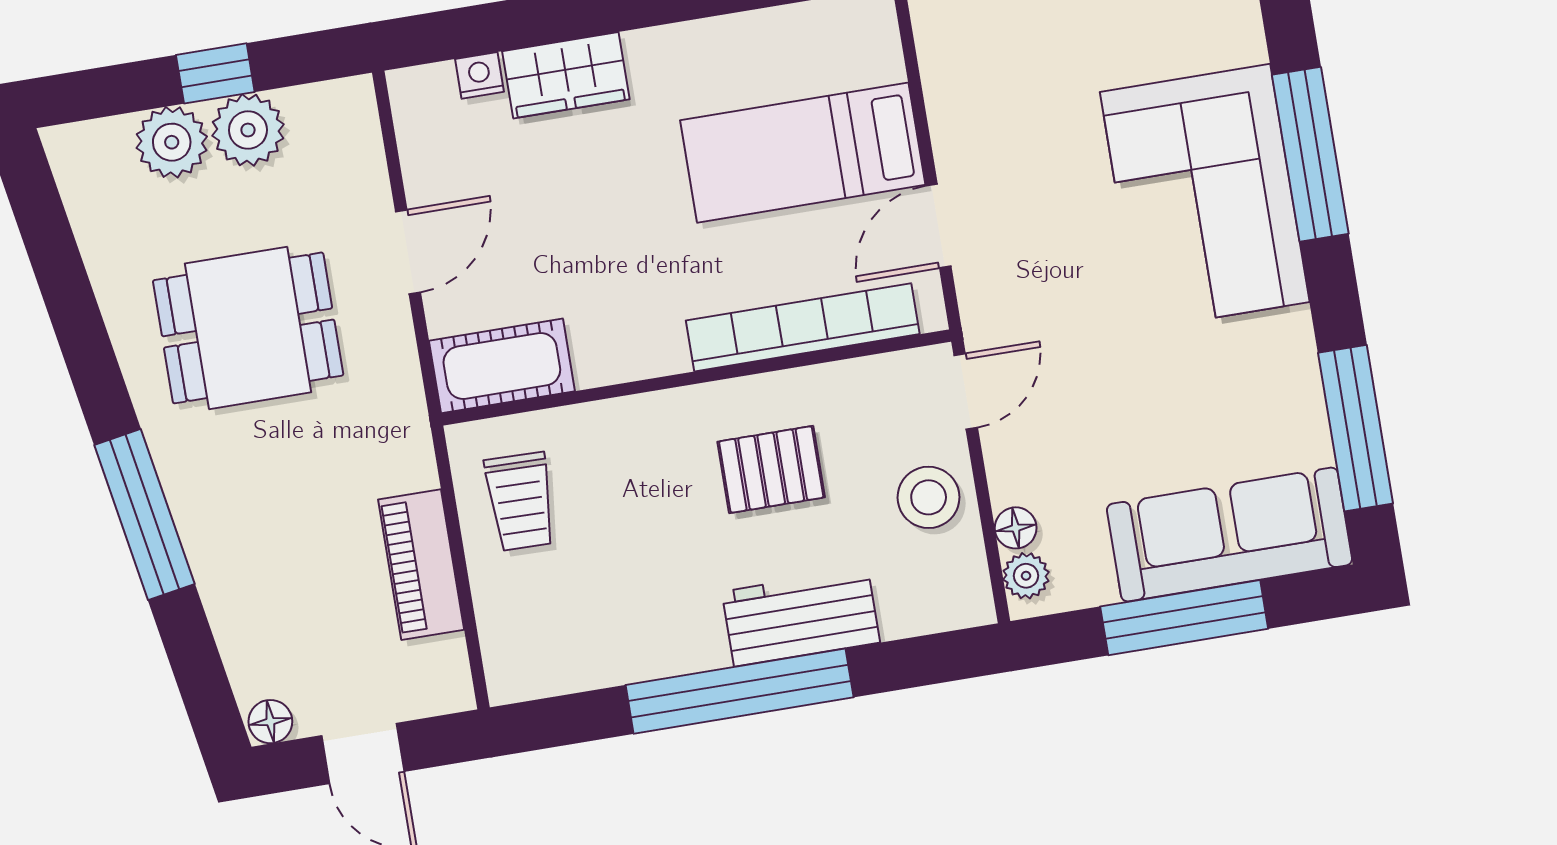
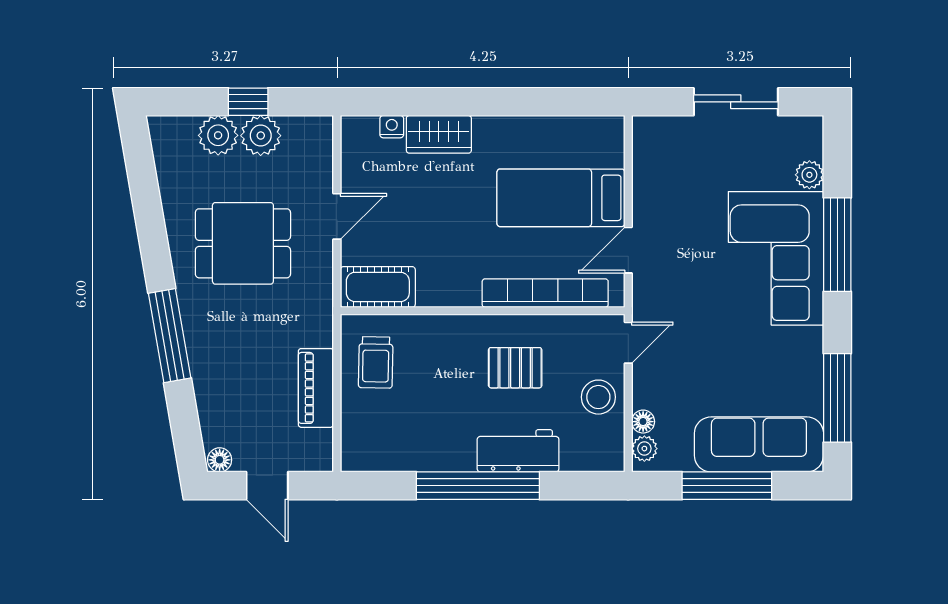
plant: (1240, 38) -> (809, 175), added

